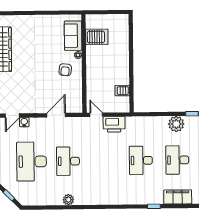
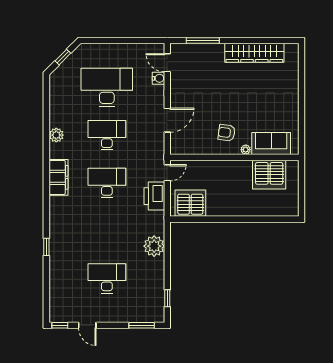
server rack: (97, 37) -> (269, 175), width x1.60
server rack: (122, 91) -> (190, 203), width x2.18, depth x1.44
door: (56, 115) -> (167, 120), hinge flipped
plant: (176, 124) -> (154, 246), moved
desk: (141, 160) -> (107, 183), moved
filing cabinet: (178, 197) -> (58, 177), moved

